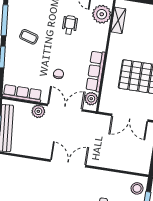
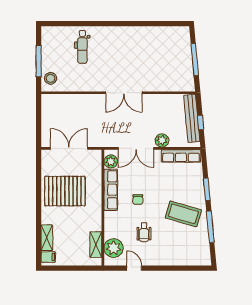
coffee table: (29, 37) -> (183, 214), width x1.86, depth x1.72
chair: (58, 74) -> (138, 200), moved

